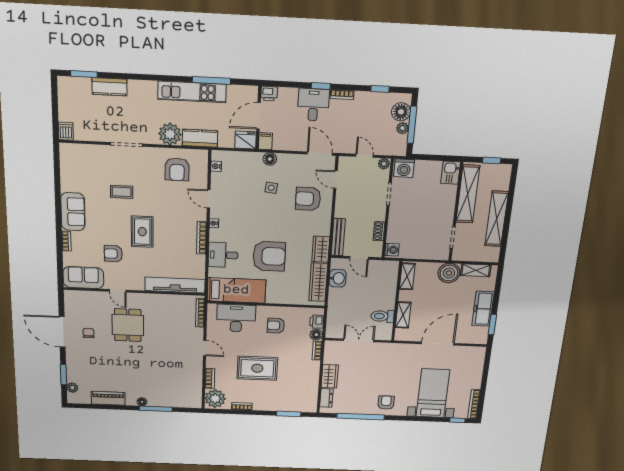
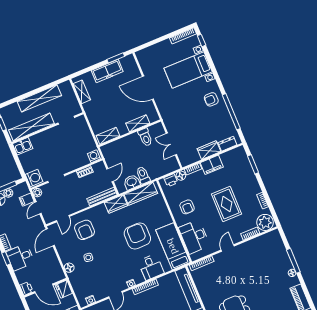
filing cabinet: (265, 141) -> (27, 200), moved
boiler: (449, 273) -> (92, 109), removed
toilet: (339, 294) -> (143, 175), added
filing cabinet: (311, 372) -> (212, 165), added

